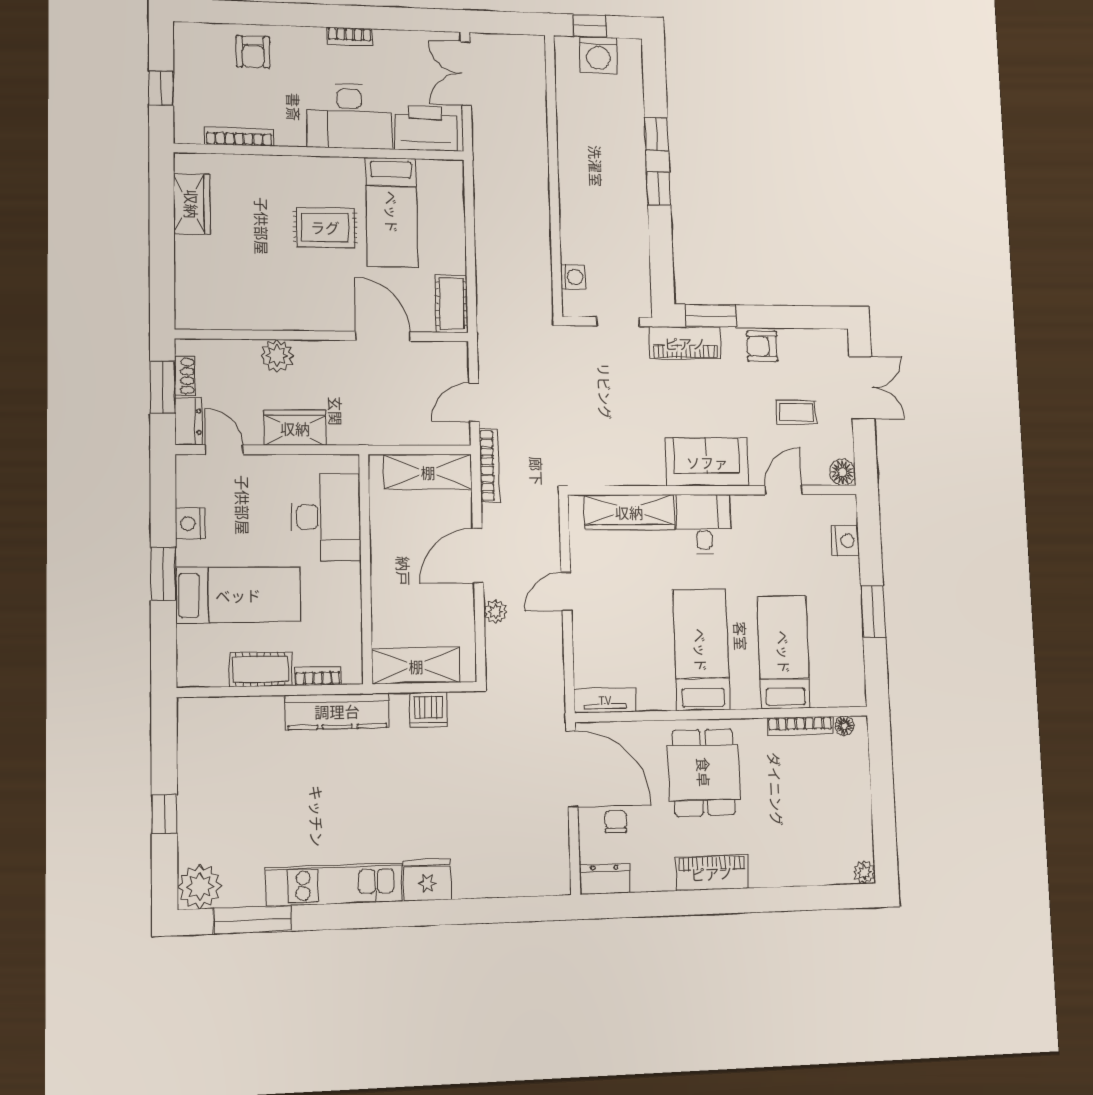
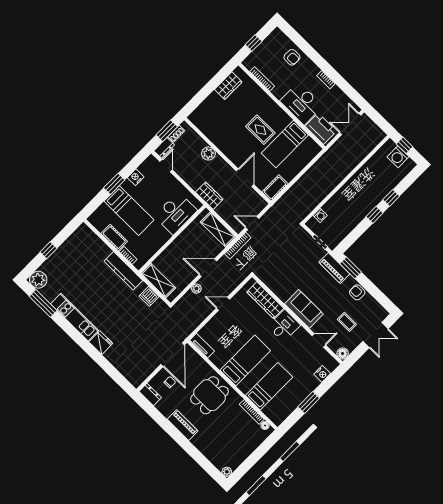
armchair: (253, 52) -> (292, 57), turned -90
wardrobe: (295, 428) -> (209, 196), moved

